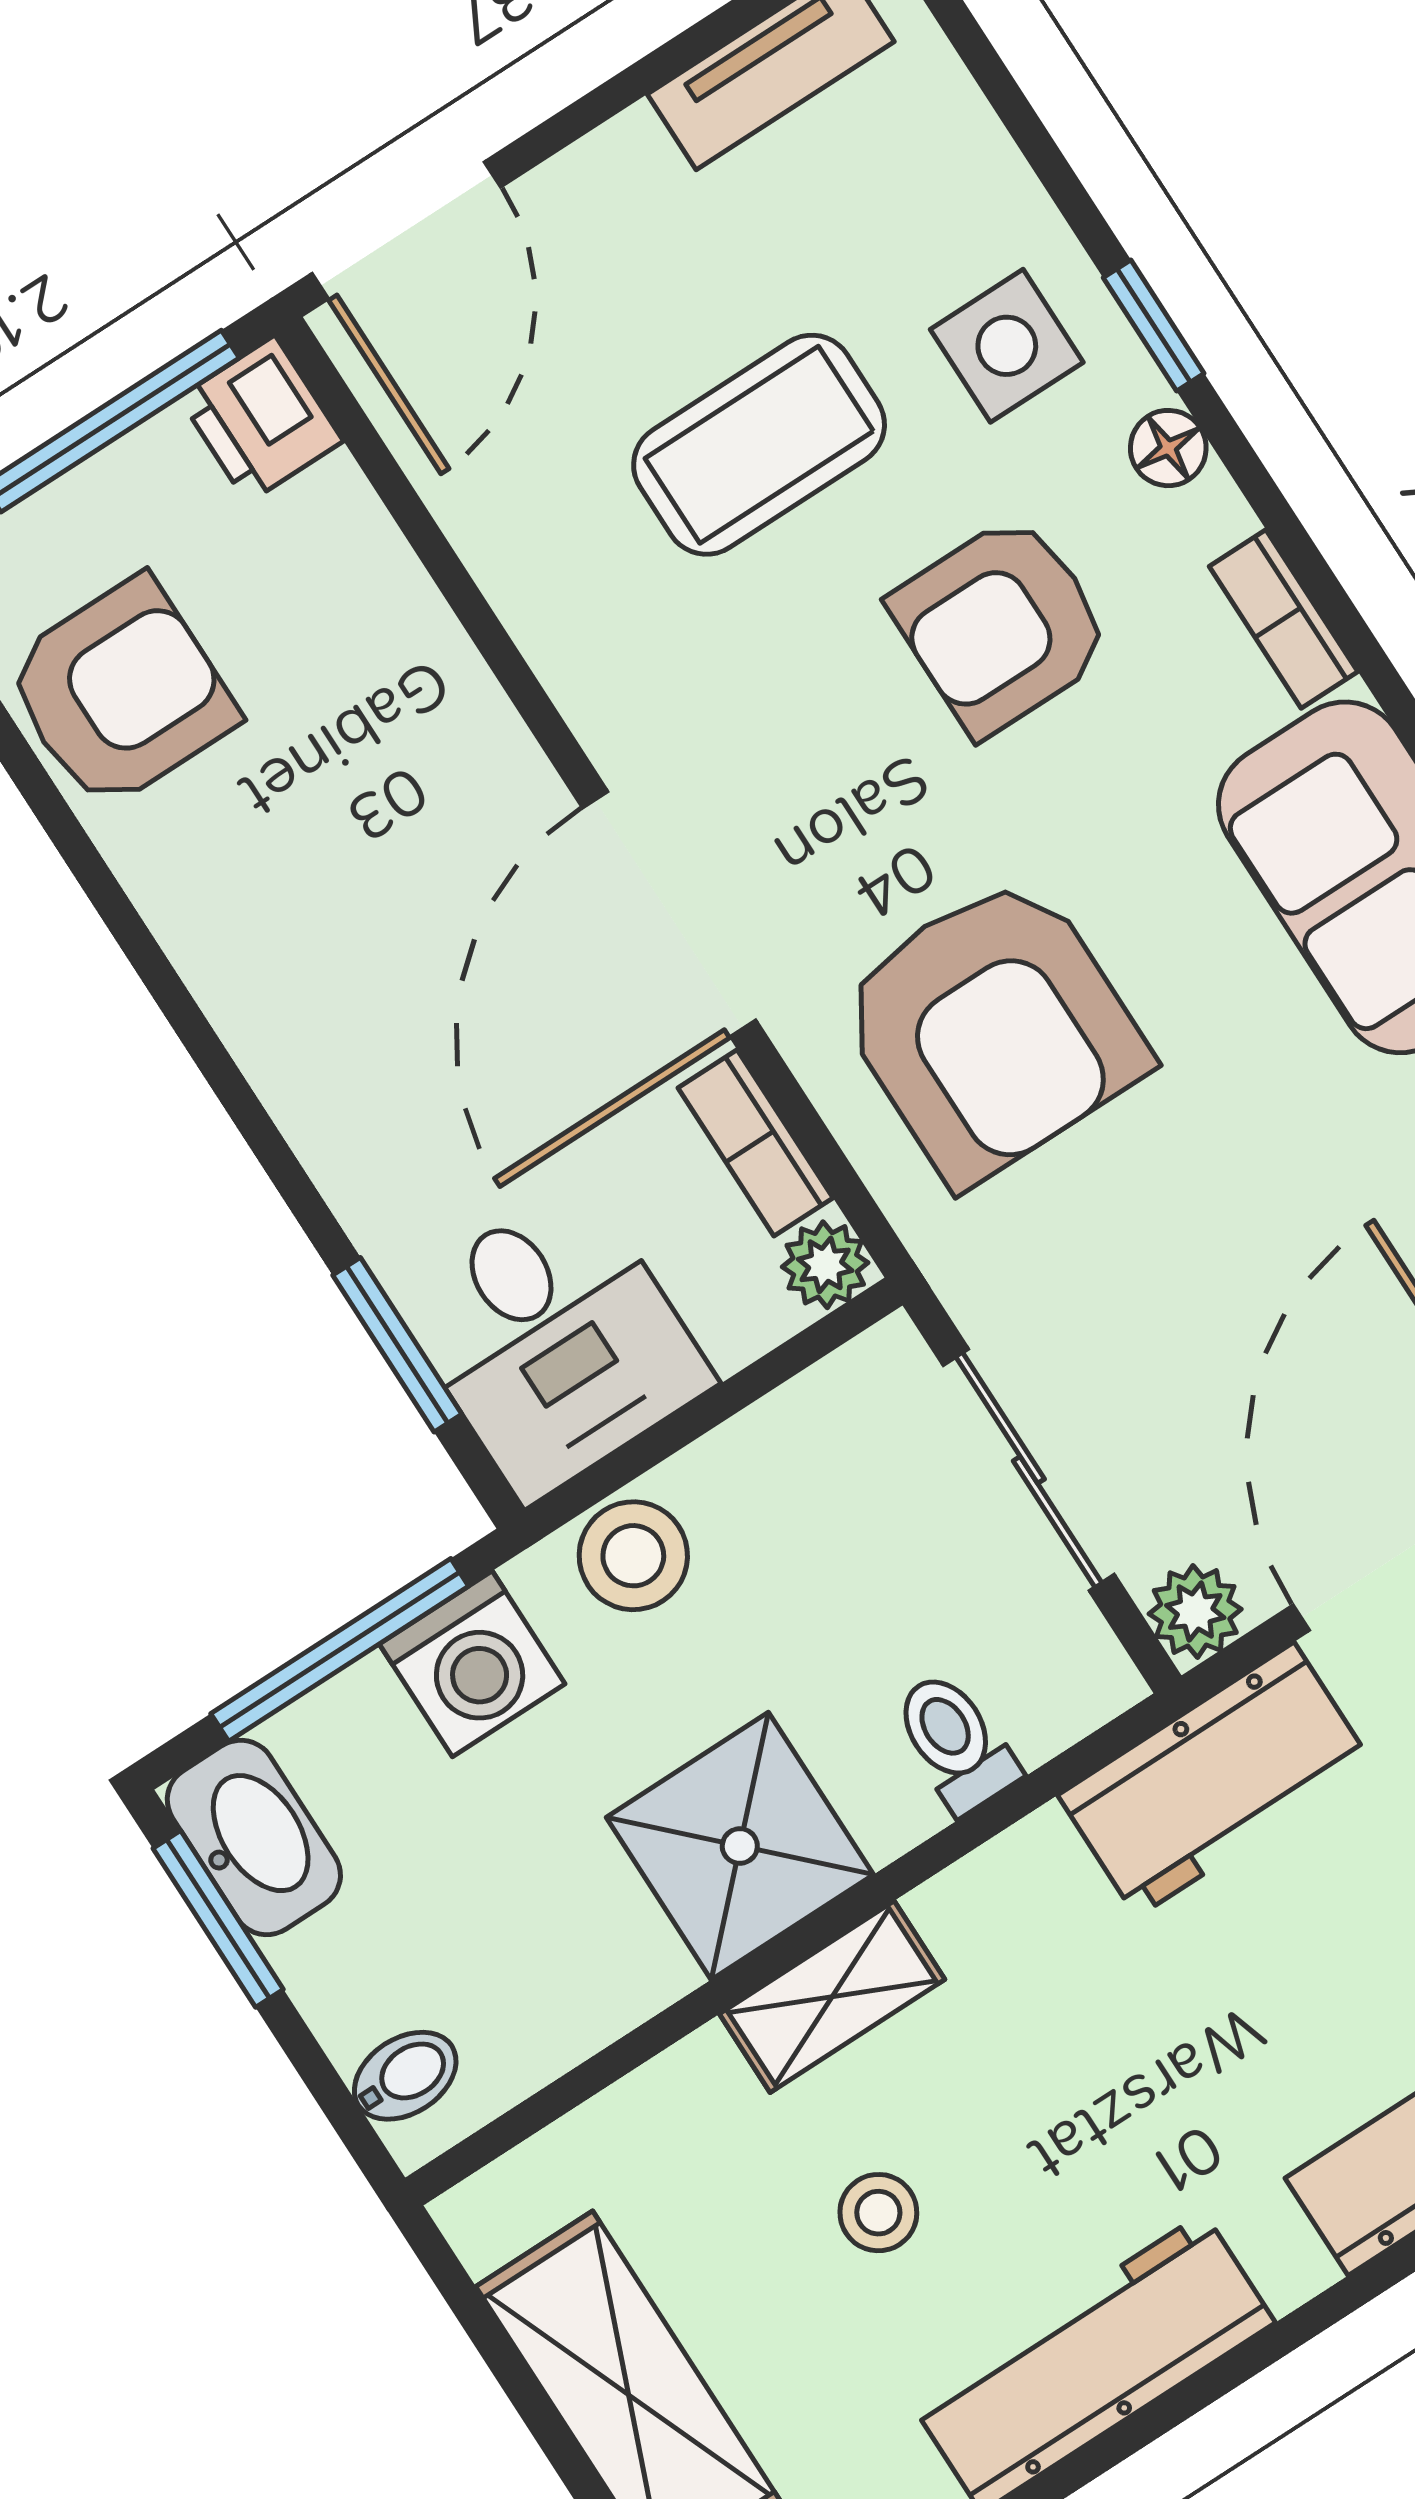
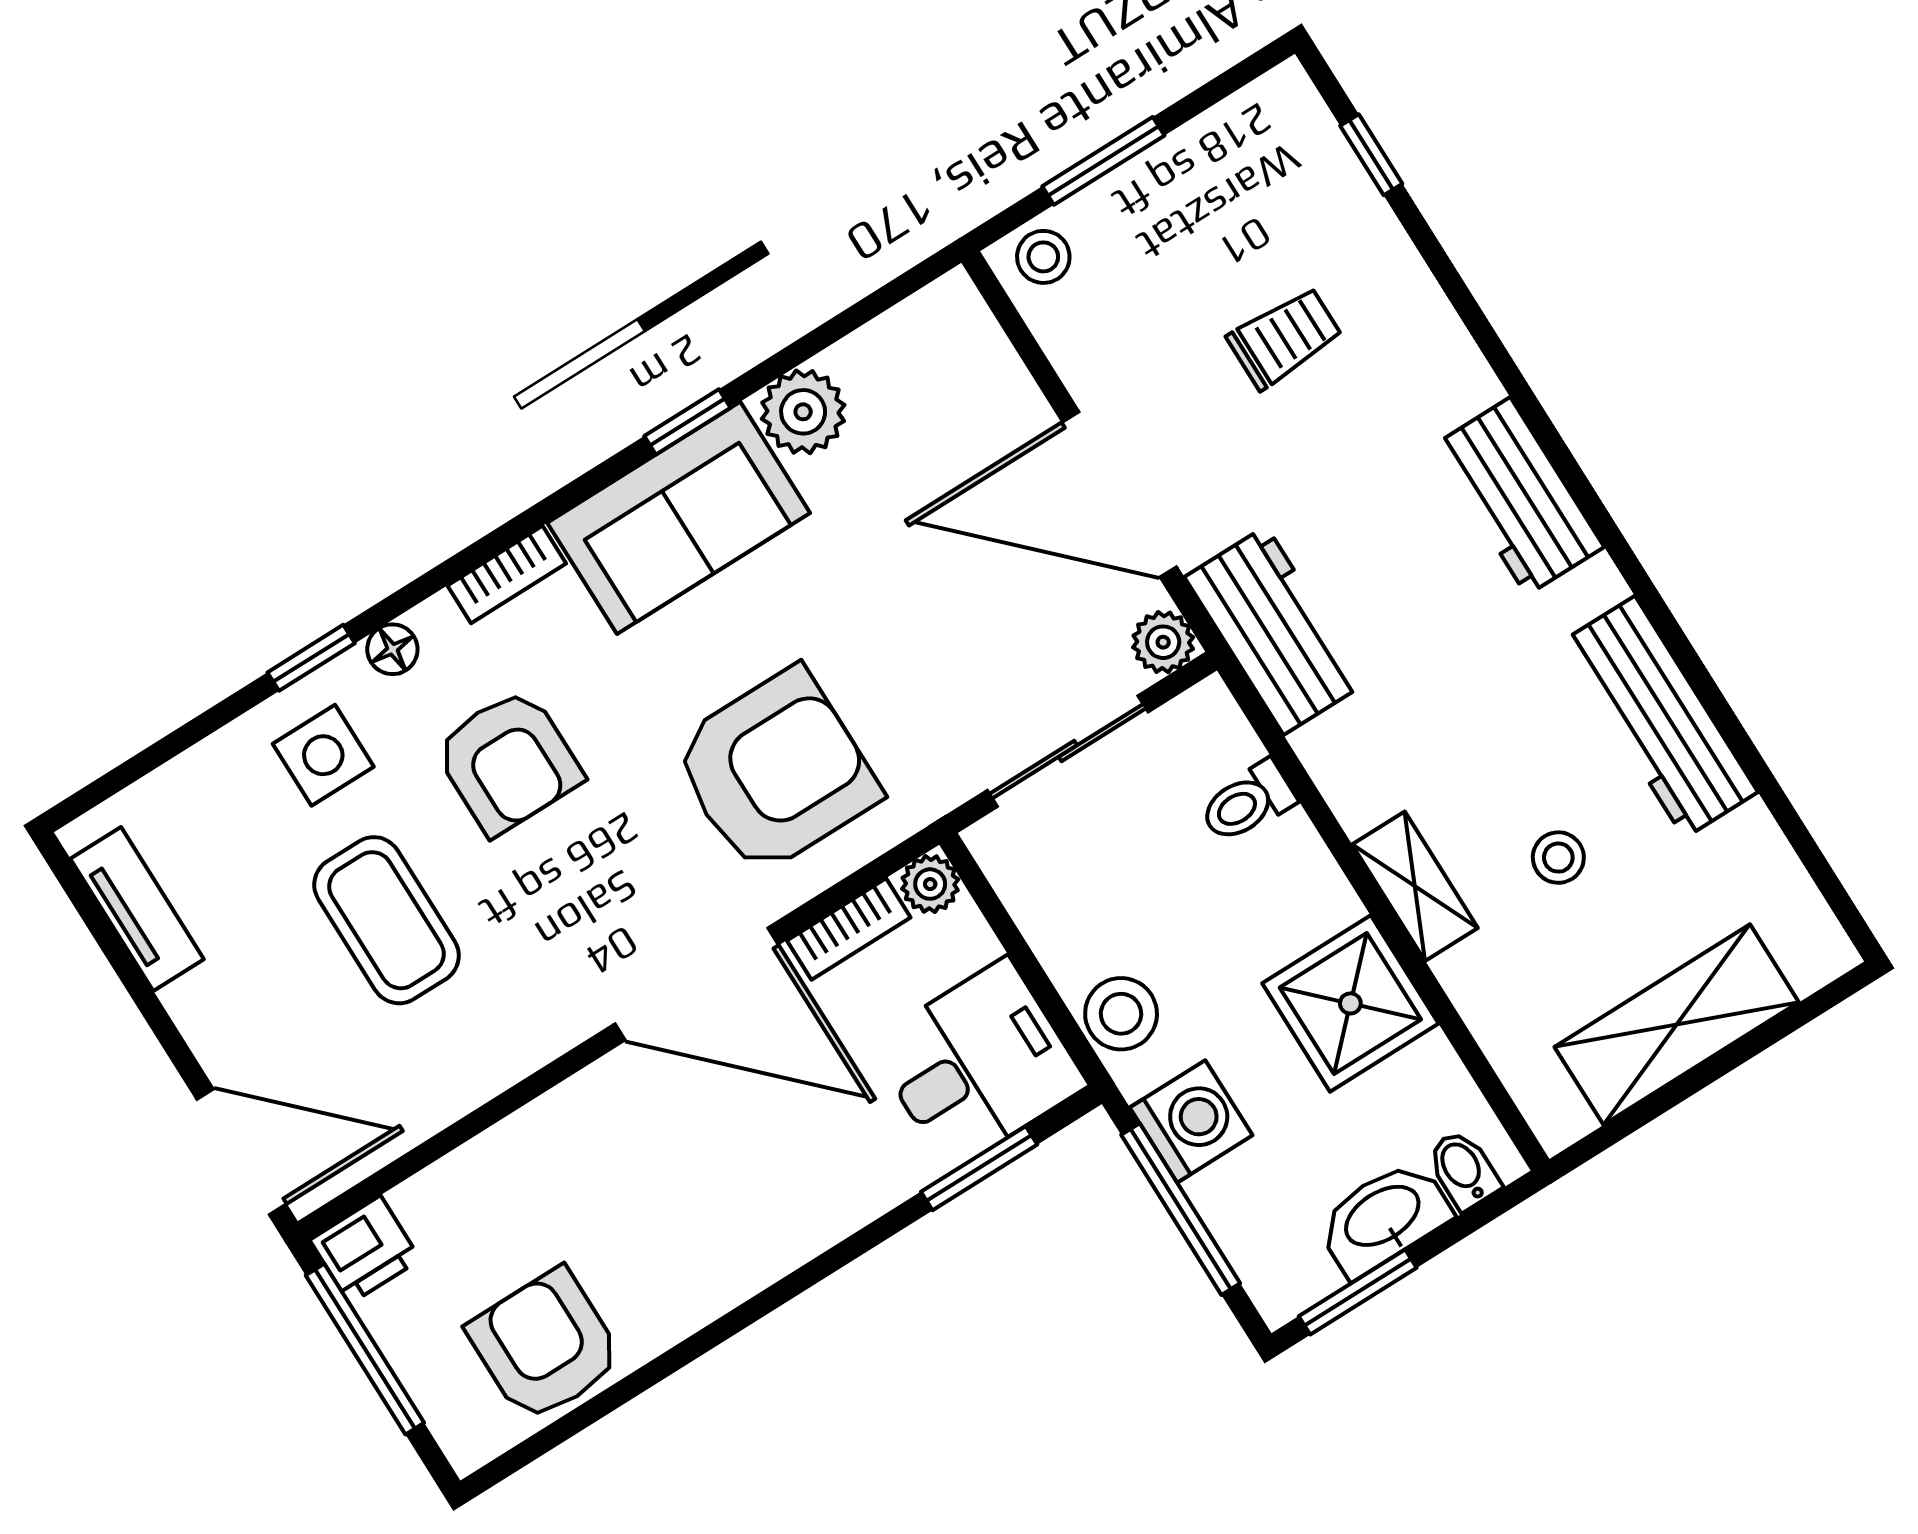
washbasin: (254, 1837) -> (1383, 1218), moved
shower: (740, 1846) -> (1350, 1003), moved

